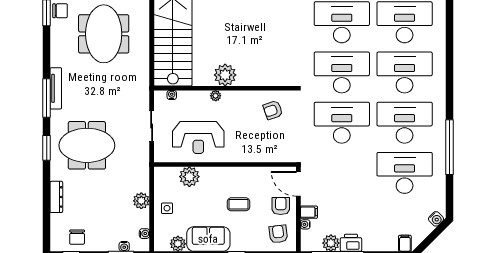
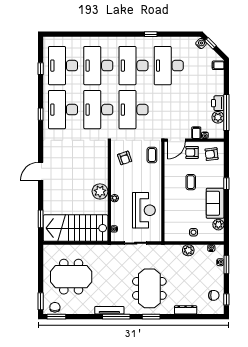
window: (449, 147) -> (151, 34), width x0.32
coffee table: (277, 149) -> (152, 155), added
plant: (189, 177) -> (171, 217), removed
window: (436, 232) -> (211, 43), added

